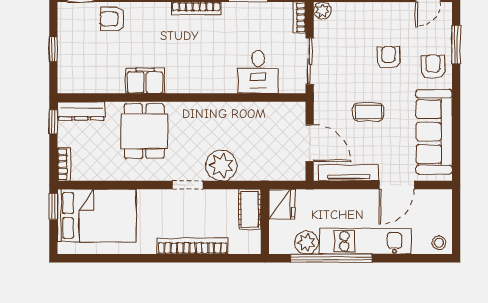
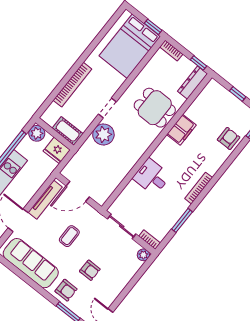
desk: (258, 72) -> (152, 177), moved
plant: (306, 243) -> (37, 133), moved

